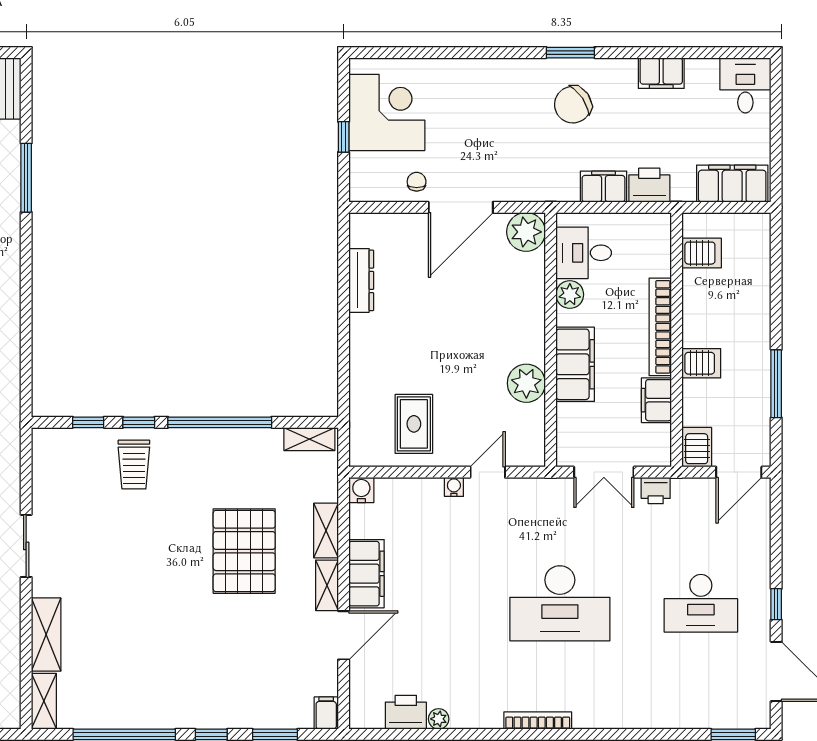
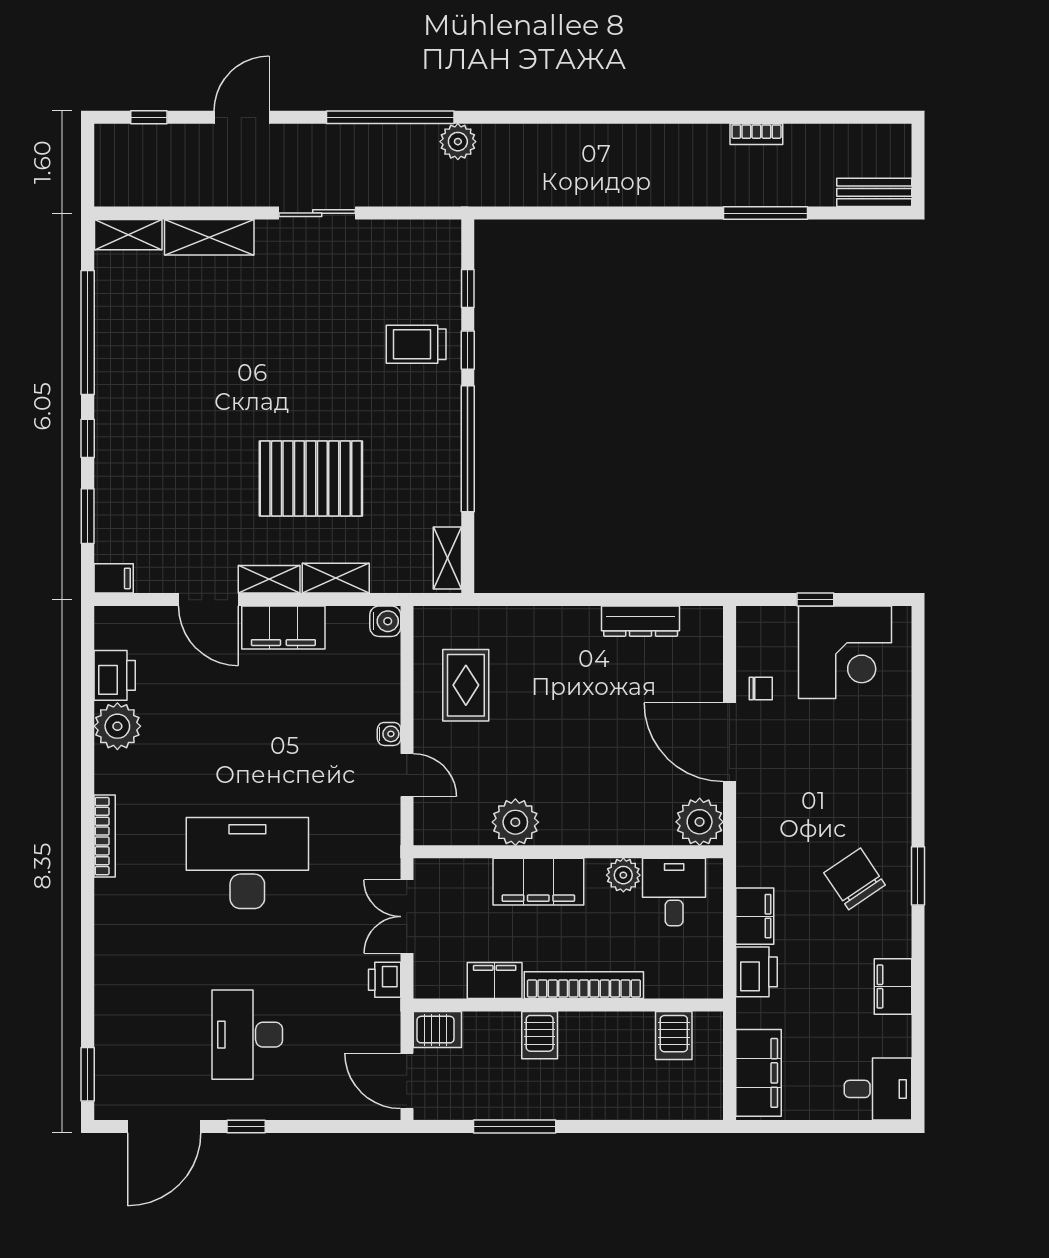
rug: (414, 424) -> (466, 685), turned 90
desk: (560, 603) -> (247, 863), turned 90
plant: (439, 719) -> (117, 726), width x1.88, depth x1.88

